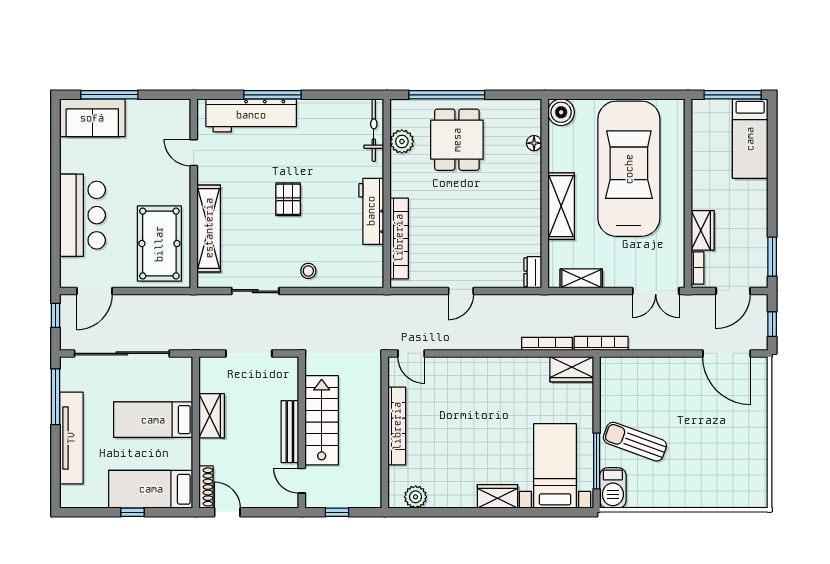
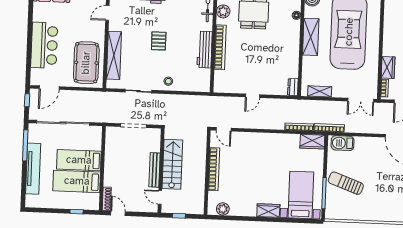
door: (194, 153) -> (107, 13), hinge flipped
shelving: (561, 206) -> (311, 37), moved
bookcase: (399, 238) -> (220, 47), moved
wardrobe: (212, 416) -> (111, 159), removed
barbecue: (613, 488) -> (342, 143), moved, turned 90
bed: (151, 489) -> (77, 181), moved
window: (132, 512) -> (77, 212), moved

